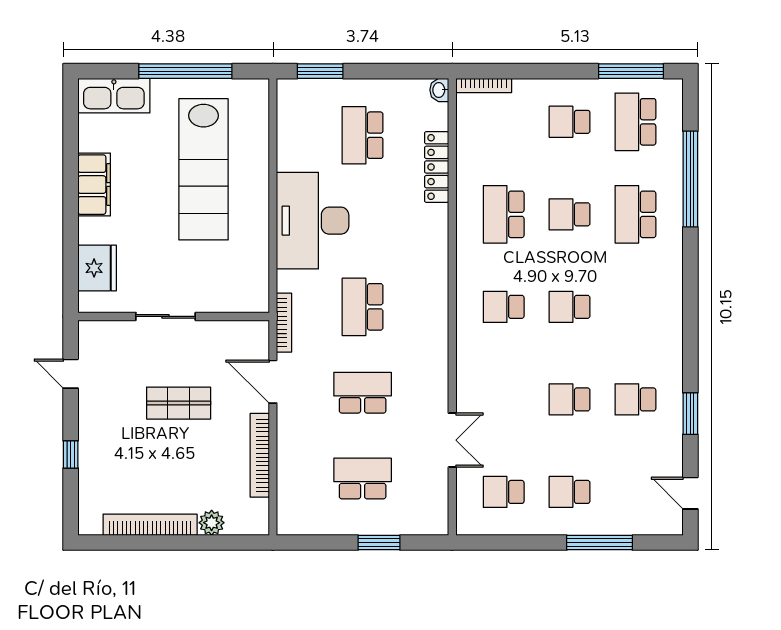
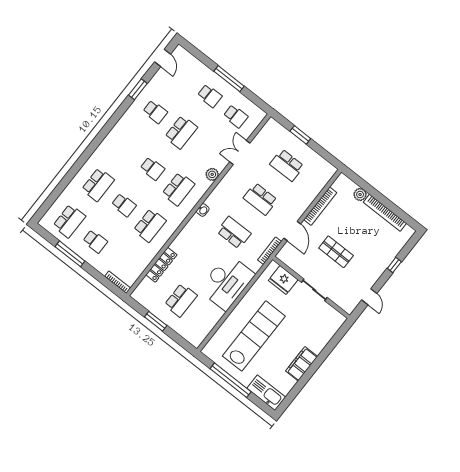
window: (320, 71) -> (156, 321), moved
window: (631, 71) -> (70, 254), moved
washbasin: (439, 90) -> (203, 210), moved
window: (690, 179) -> (65, 181), removed
fridge: (97, 268) -> (283, 280), moved, turned -90
school desk: (363, 307) -> (234, 233), turned -90
school desk: (504, 307) -> (178, 189), width x1.85
plant: (469, 372) -> (212, 174), added
school desk: (570, 399) -> (181, 132), width x1.85
window: (600, 543) -> (229, 79), moved

